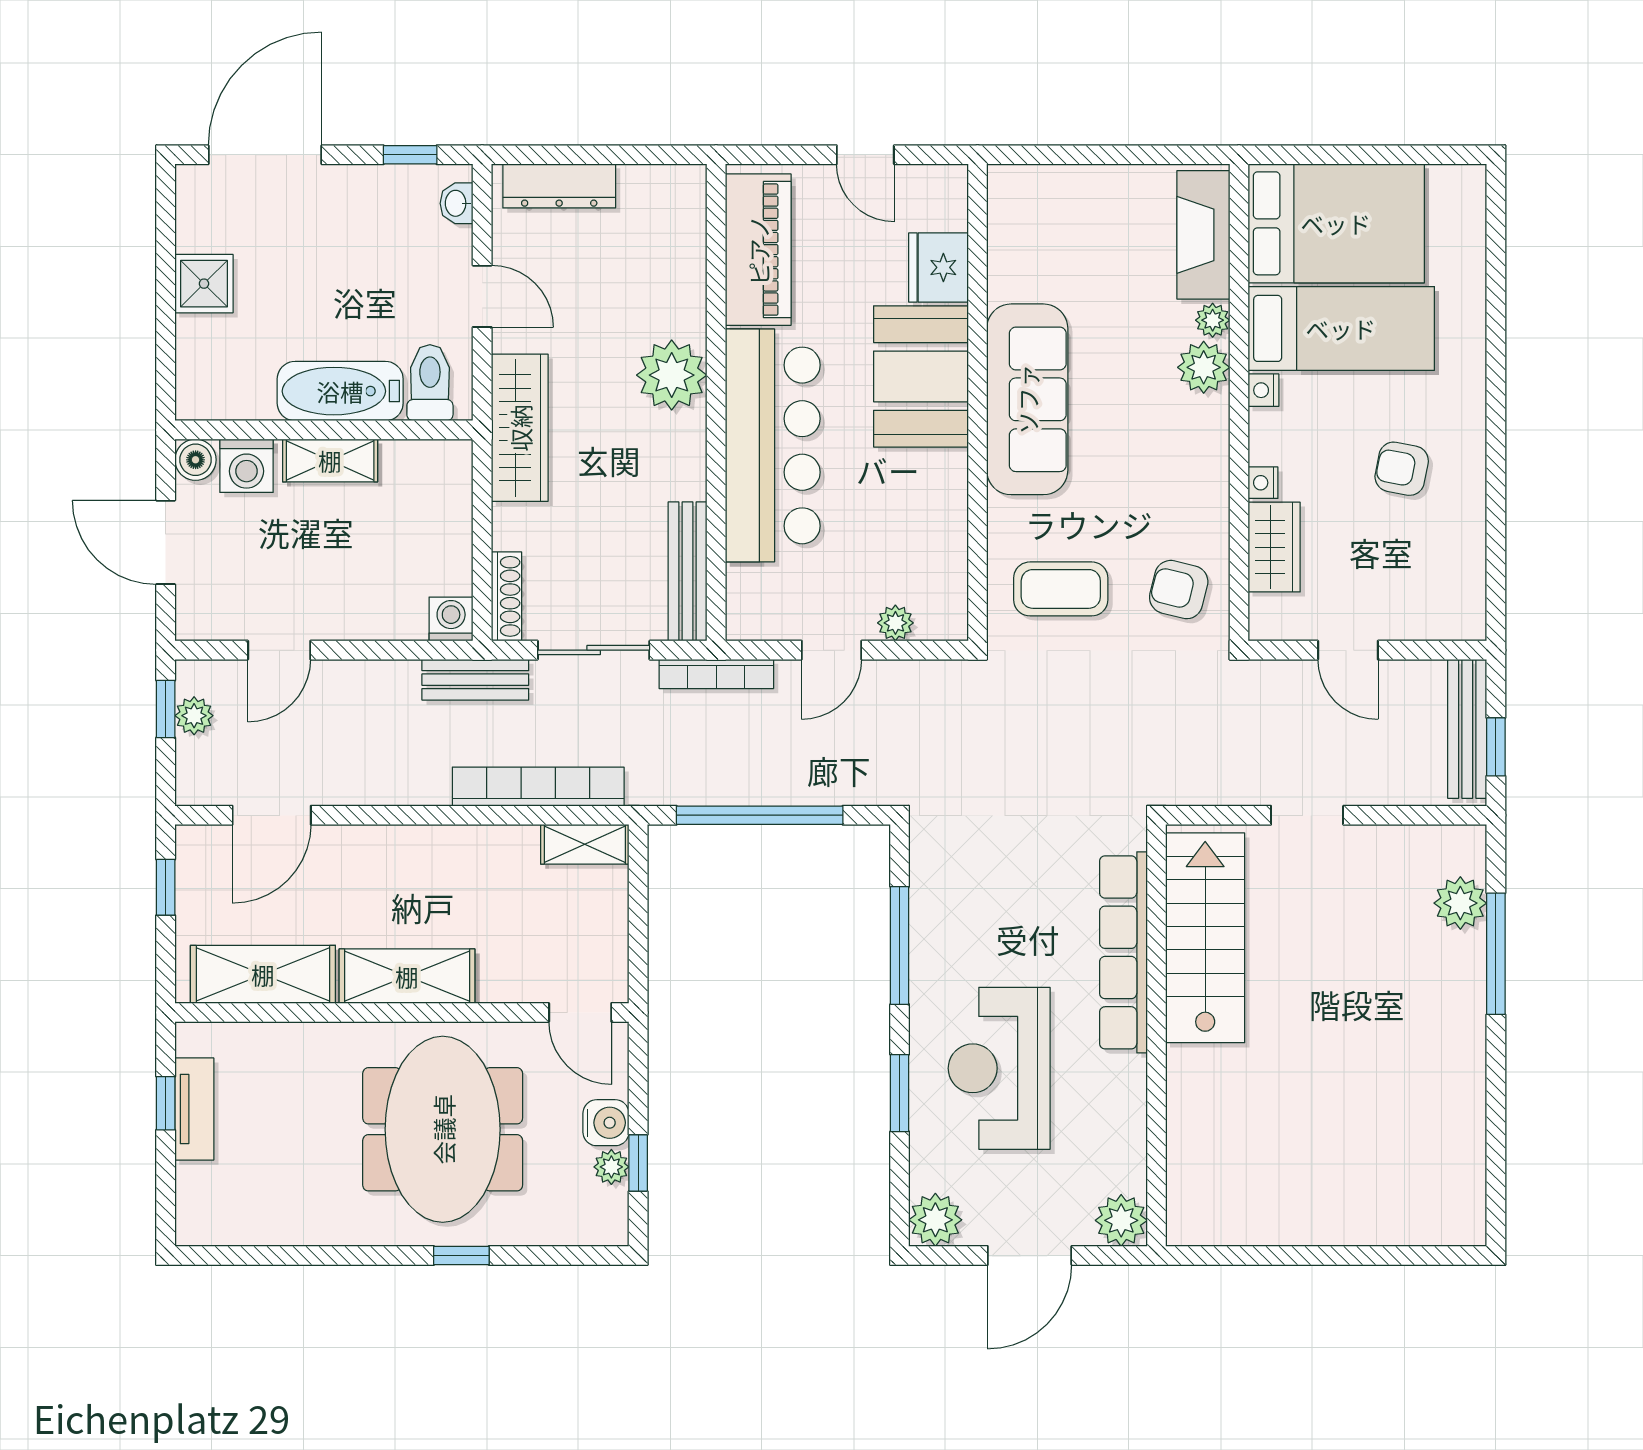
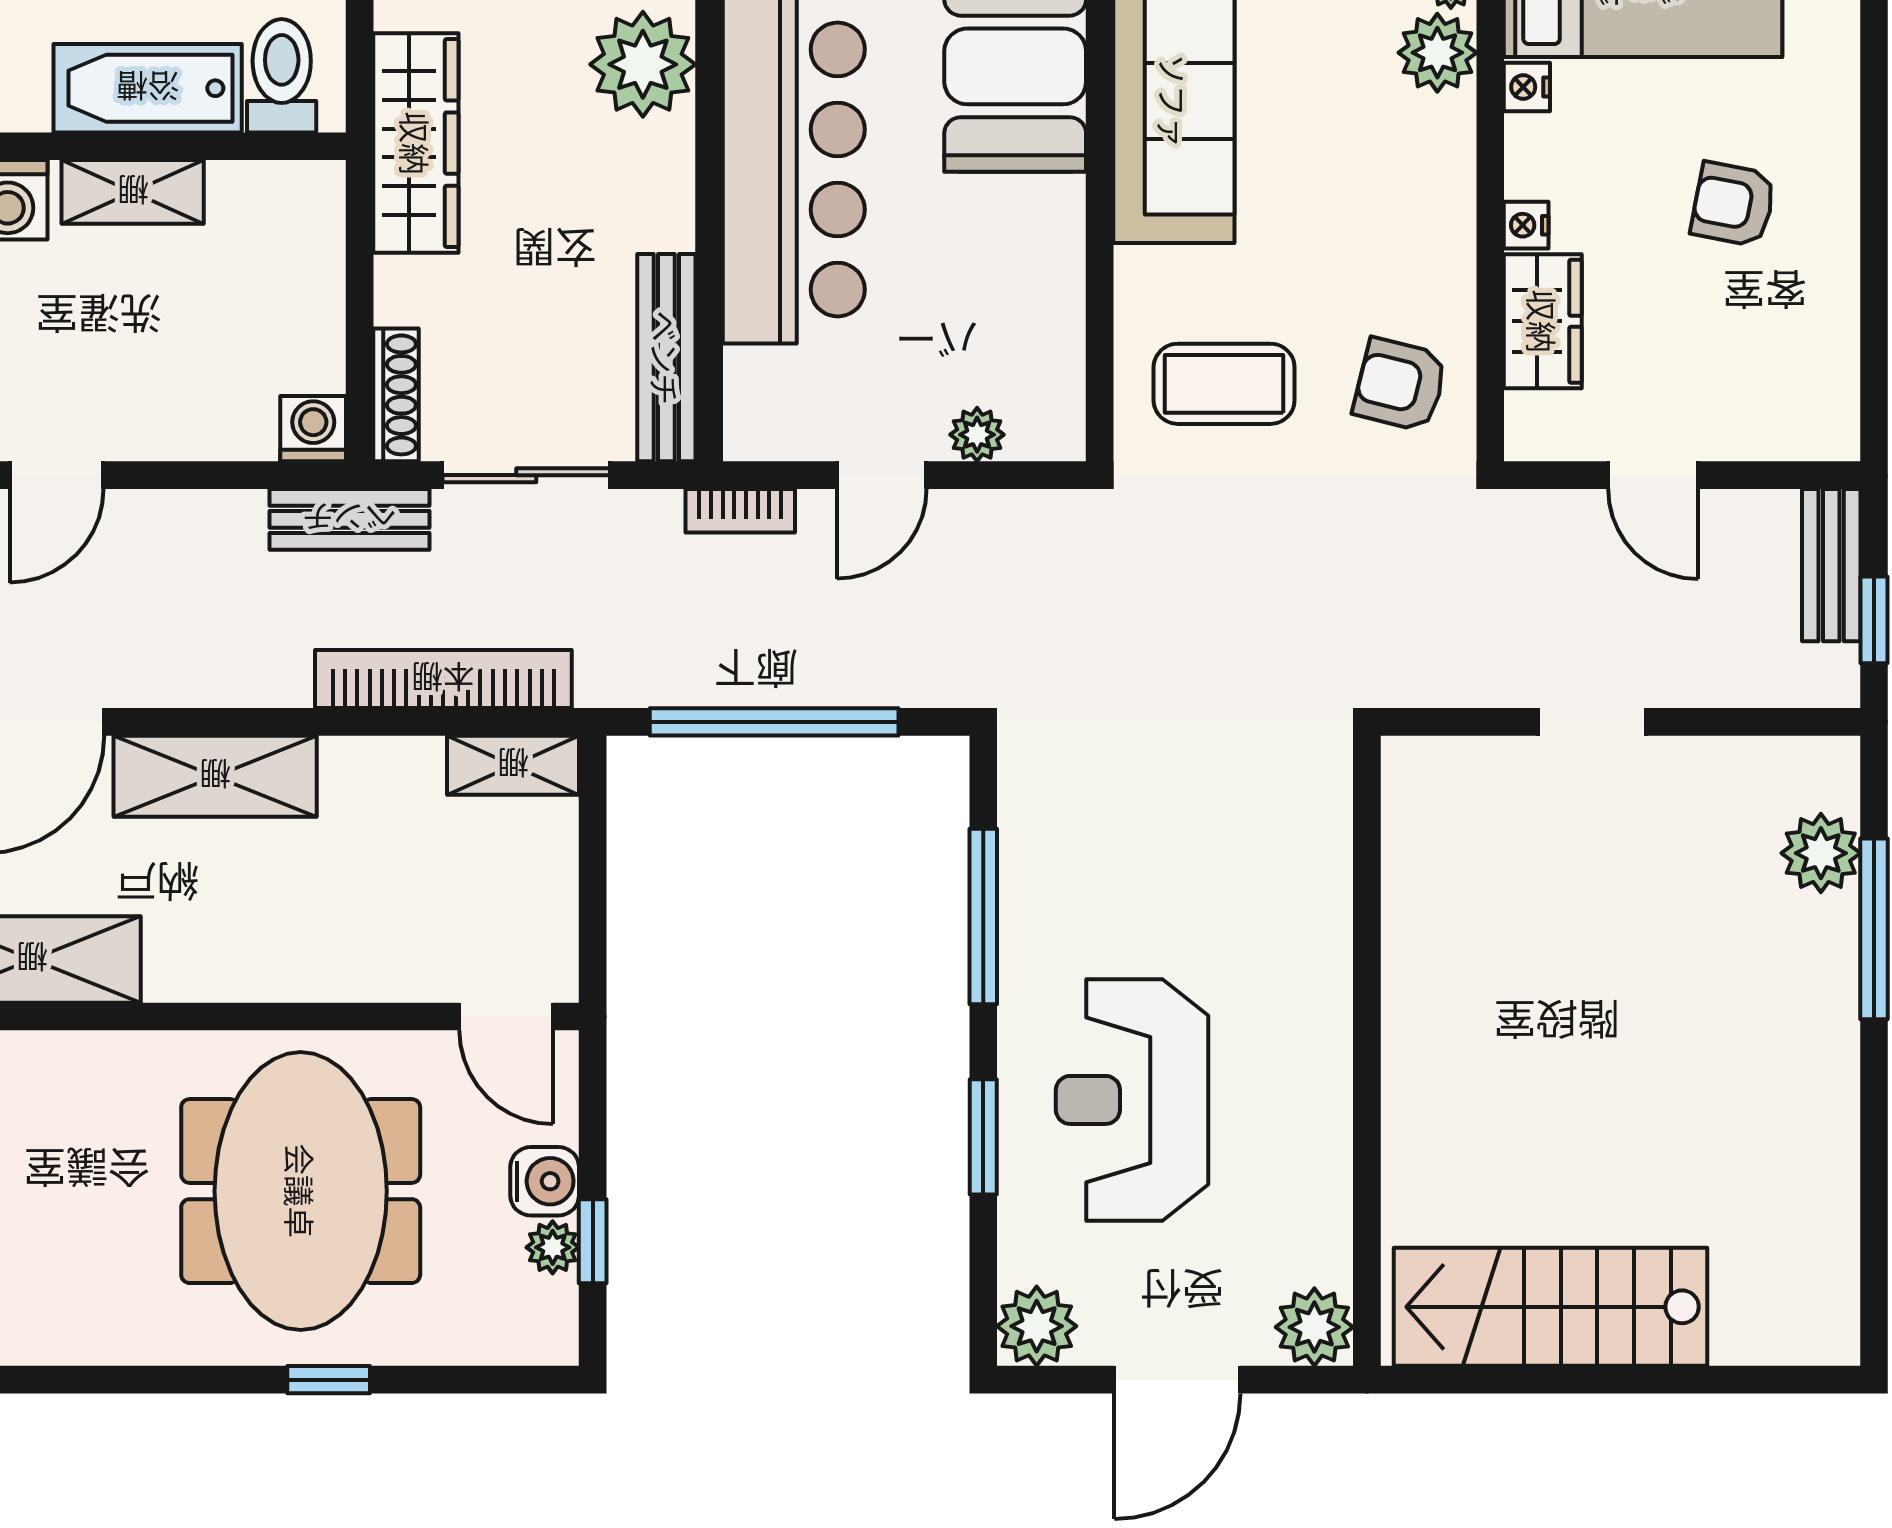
bookcase: (716, 674) -> (740, 511), width x0.64
bench: (1467, 729) -> (1831, 565), width x0.73
stairs: (1205, 938) -> (1550, 1307), moved, turned -90
row of seats: (1123, 952) -> (1318, 927), removed
shelving: (407, 976) -> (215, 776), moved

